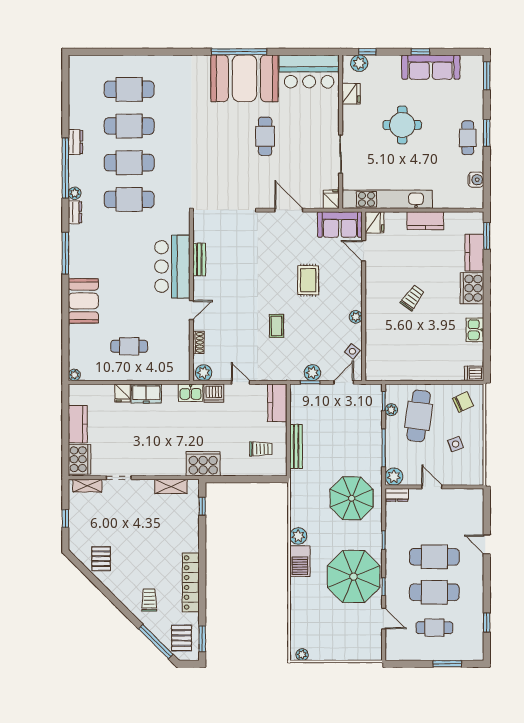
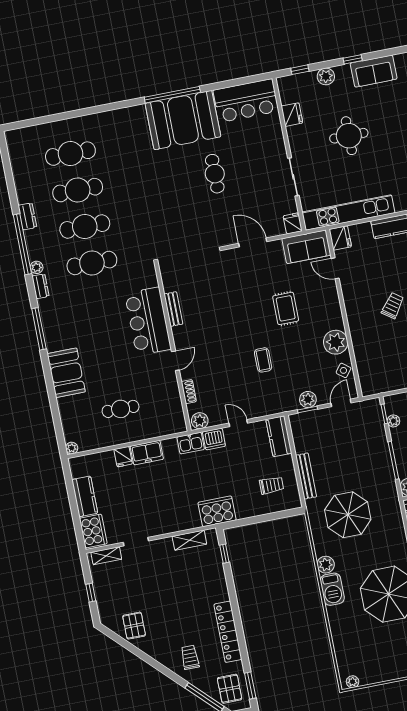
plant: (359, 63) -> (326, 76), moved
sofa: (431, 67) -> (374, 71), width x0.73
plant: (356, 317) -> (336, 342), width x1.88, depth x1.88
parasol: (352, 498) -> (348, 515), moved

